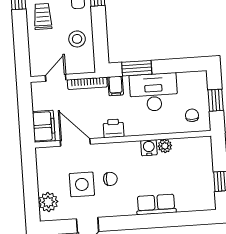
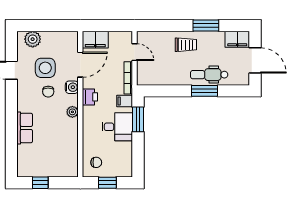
stool: (77, 39) -> (165, 72), removed
desk: (154, 92) -> (117, 127), width x0.73
plant: (165, 146) -> (72, 112), moved
water cooler: (149, 148) -> (72, 87), moved

